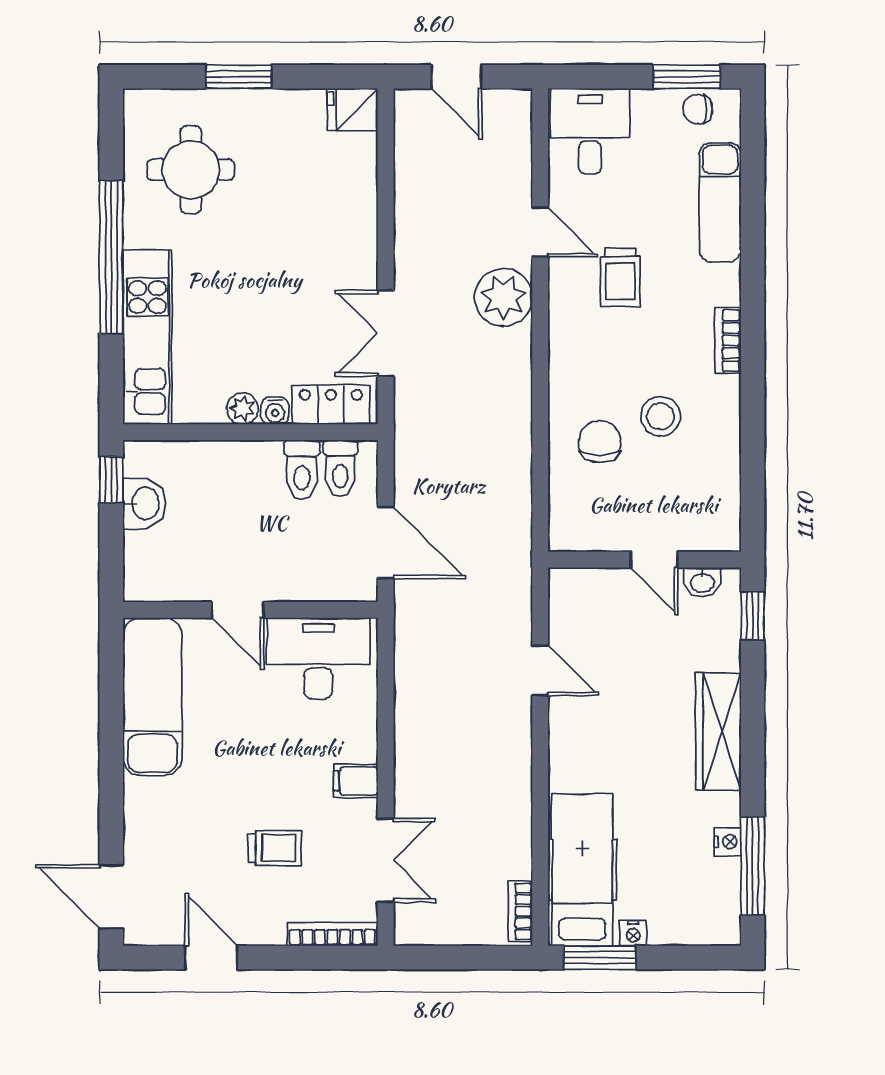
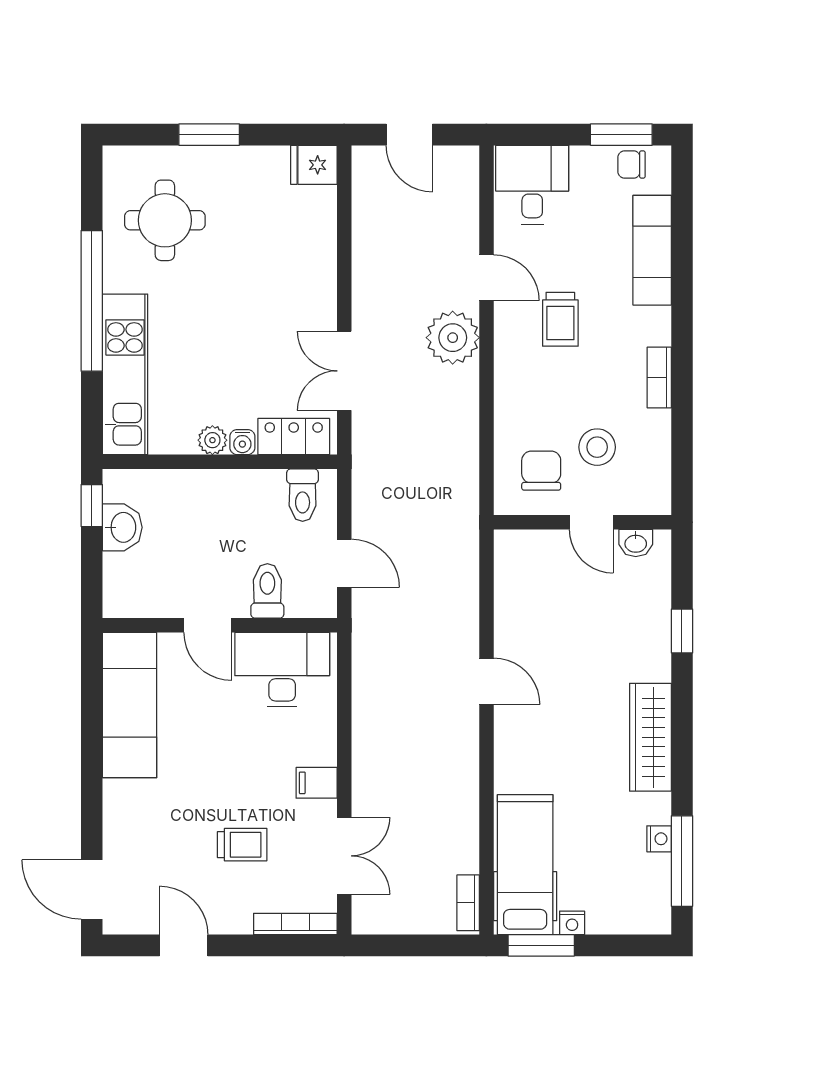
toilet: (302, 470) -> (267, 591), moved, turned 180
door: (386, 542) -> (344, 563), width x0.73
wall: (644, 560) -> (582, 522), moved
door: (654, 560) -> (591, 522), moved
washbasin: (702, 582) -> (636, 543), moved

